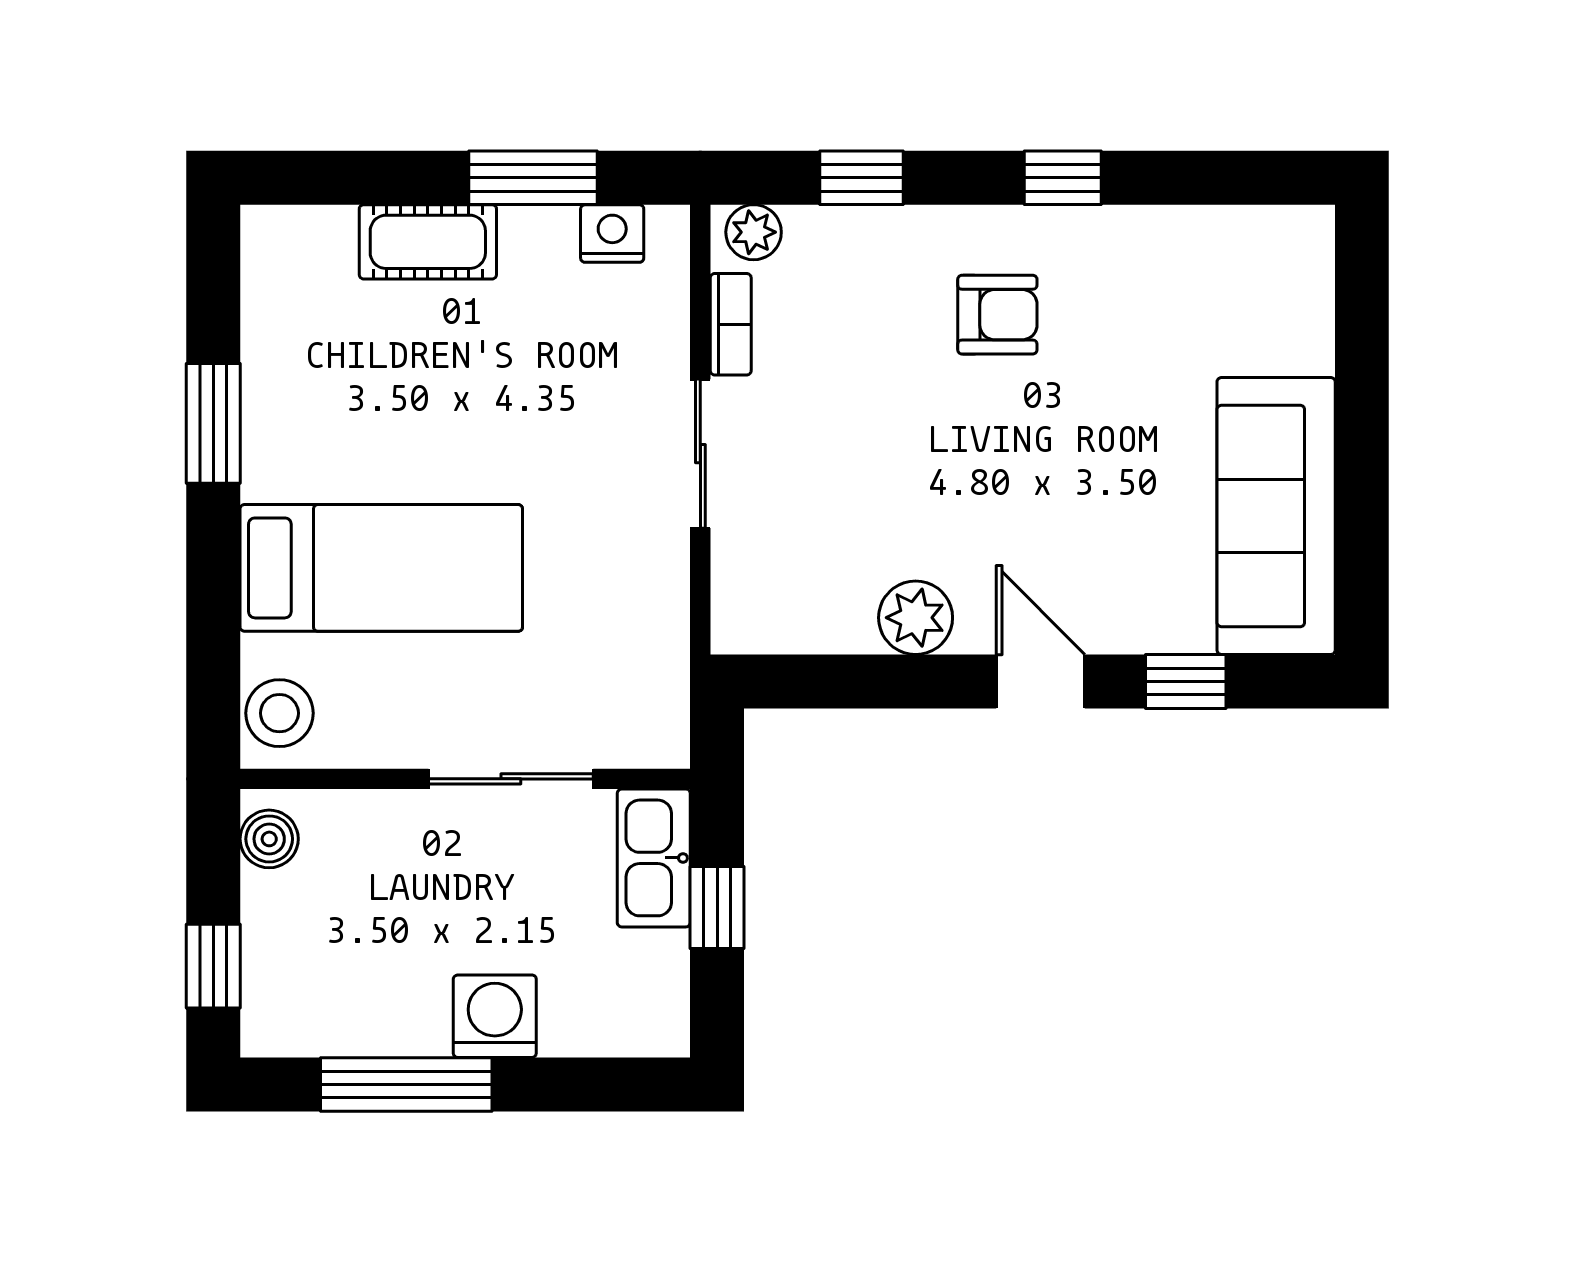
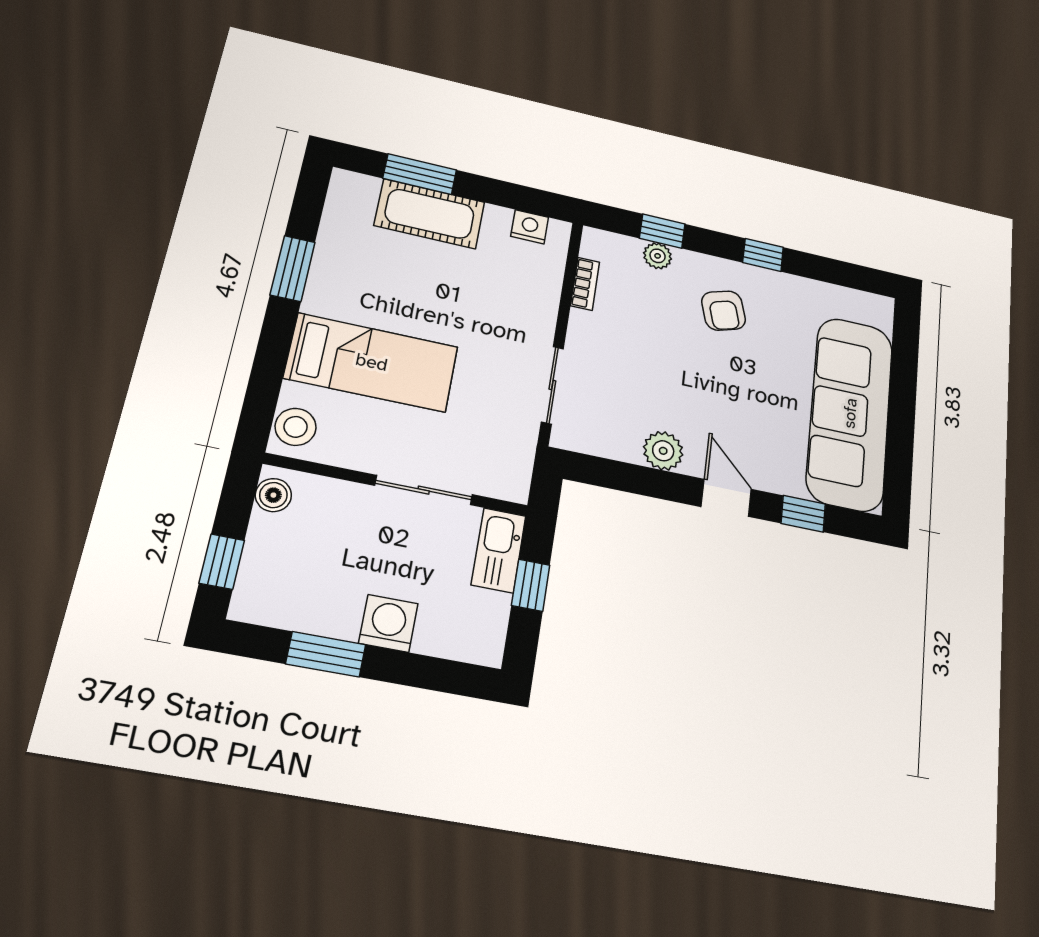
window: (533, 178) -> (420, 174), moved
plant: (754, 232) -> (658, 256), moved
cot: (428, 242) -> (430, 214), width x1.37, depth x1.34
armchair: (997, 315) -> (723, 311), turned 73
sliding door: (700, 454) -> (552, 385), moved
sofa: (1276, 516) -> (850, 413), width x1.36, depth x1.27
window: (406, 1084) -> (326, 654), width x0.69

